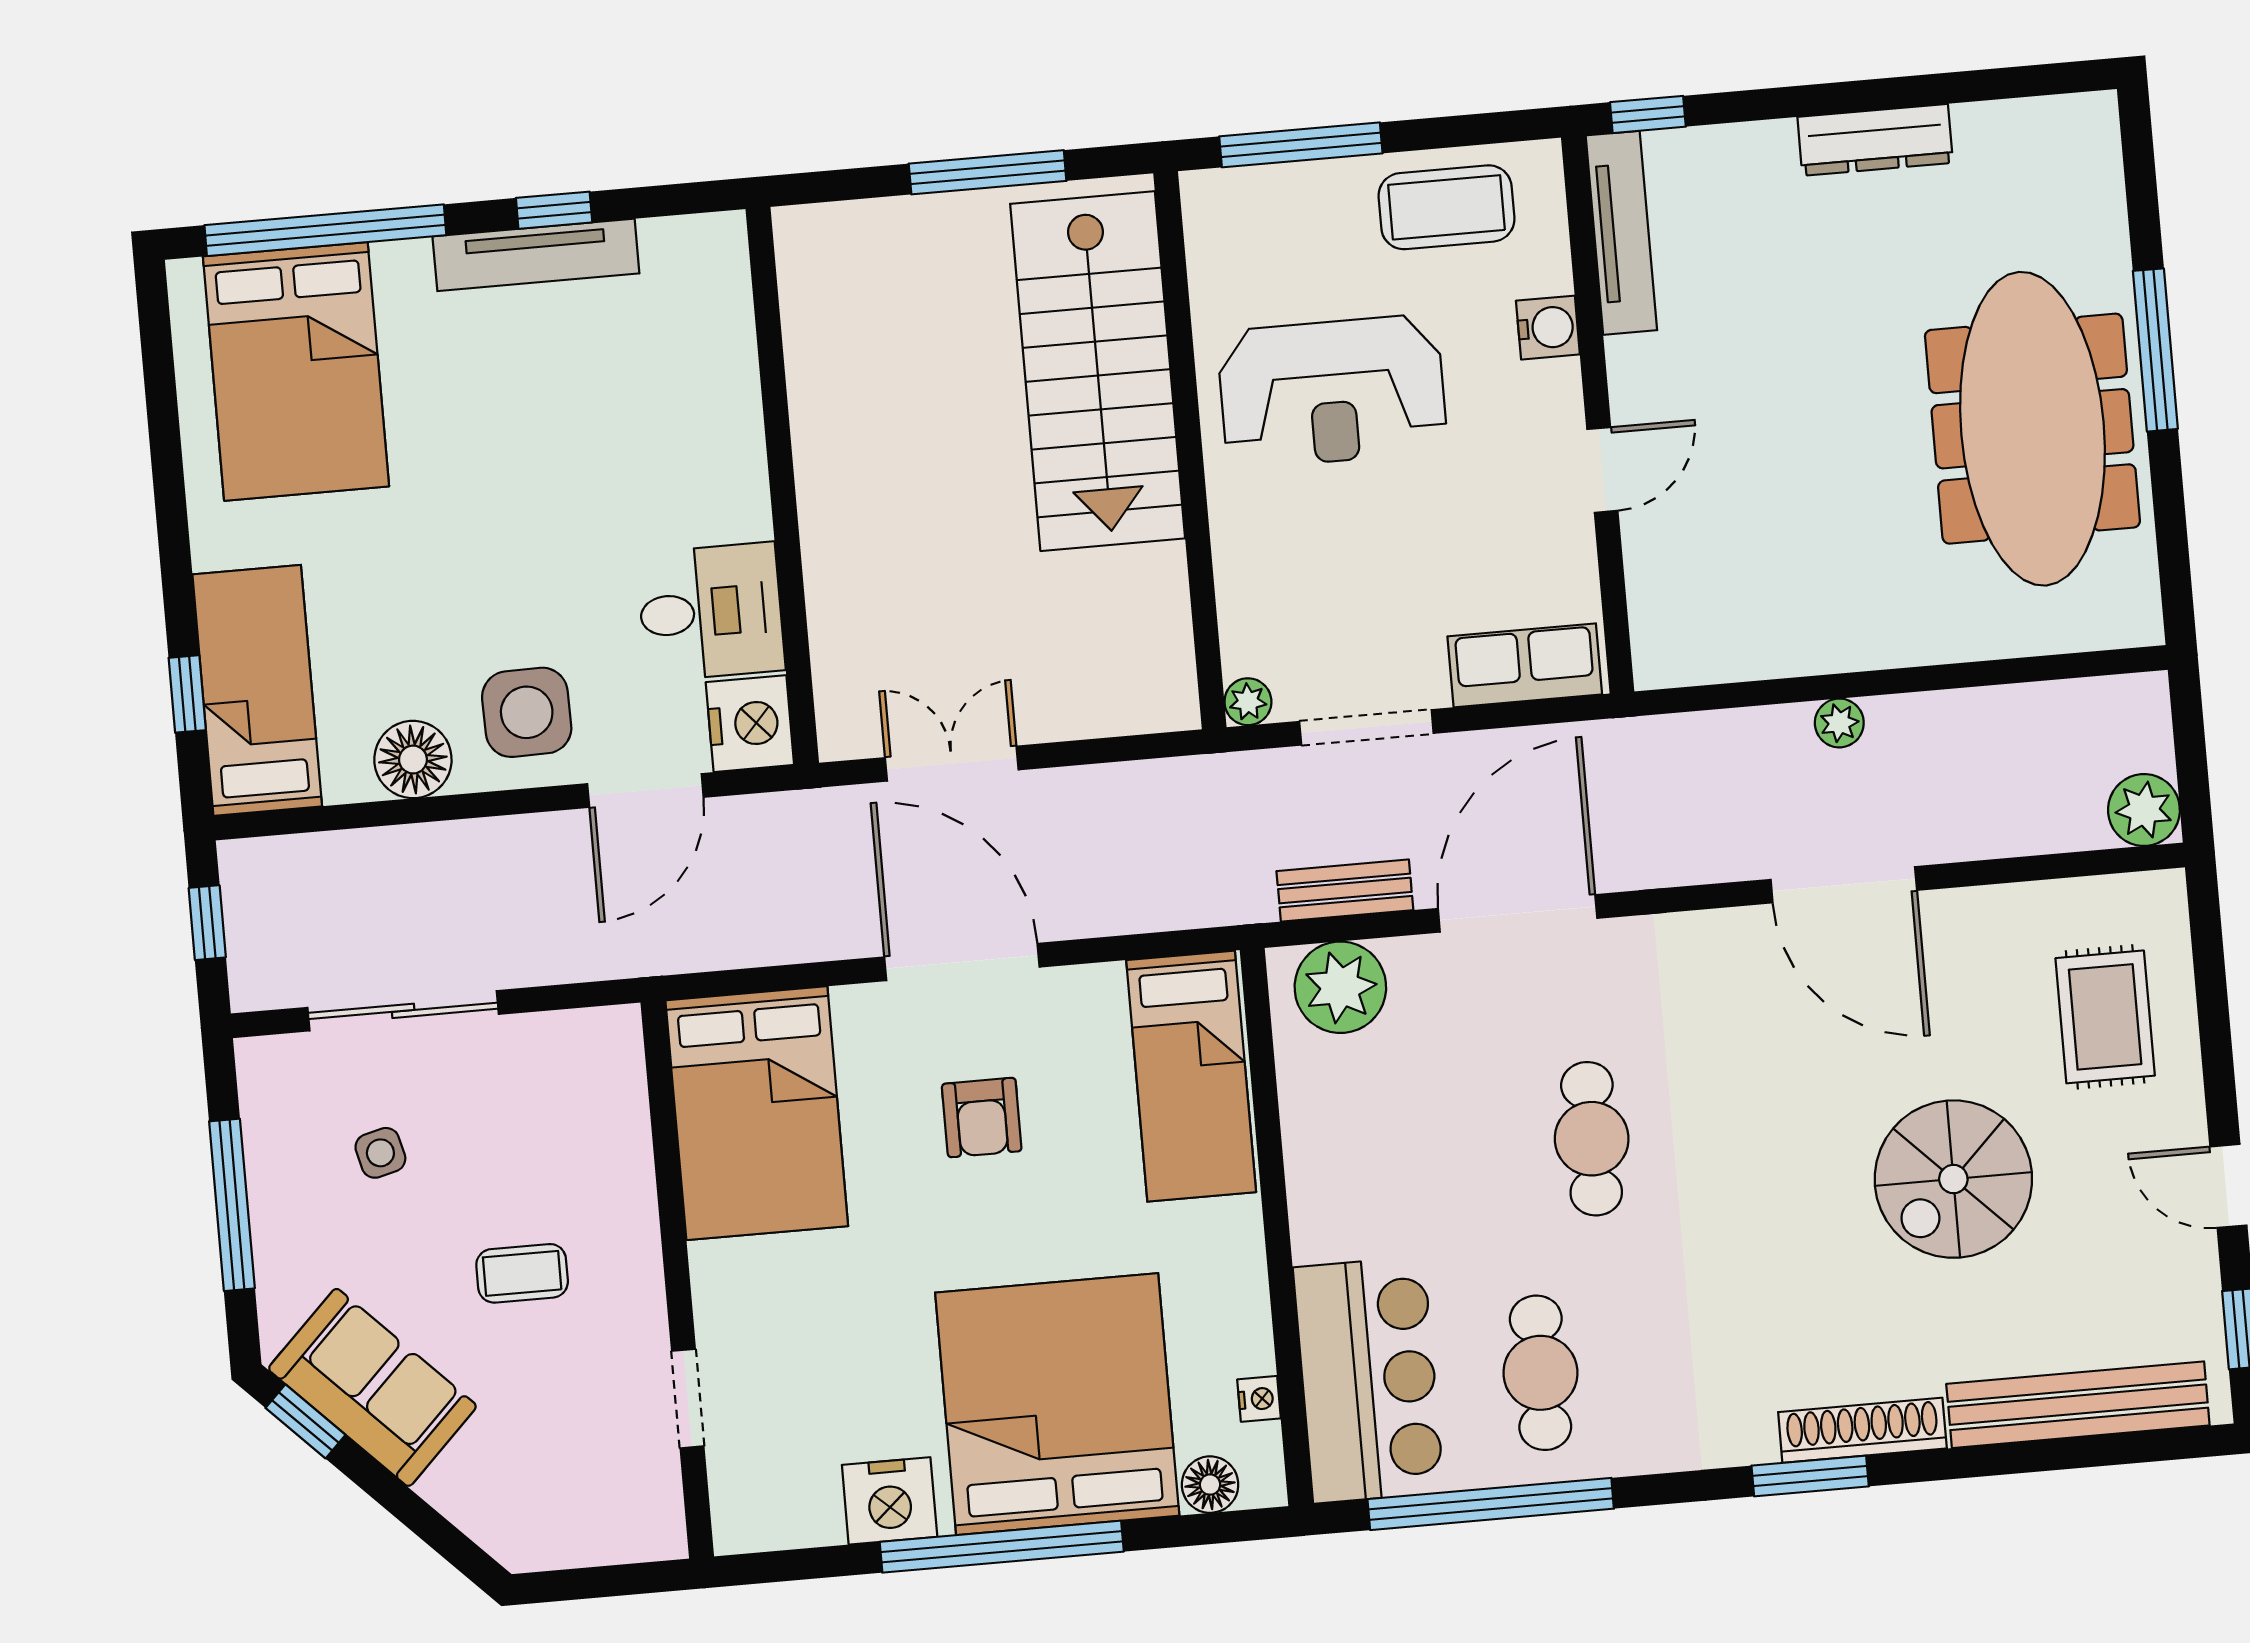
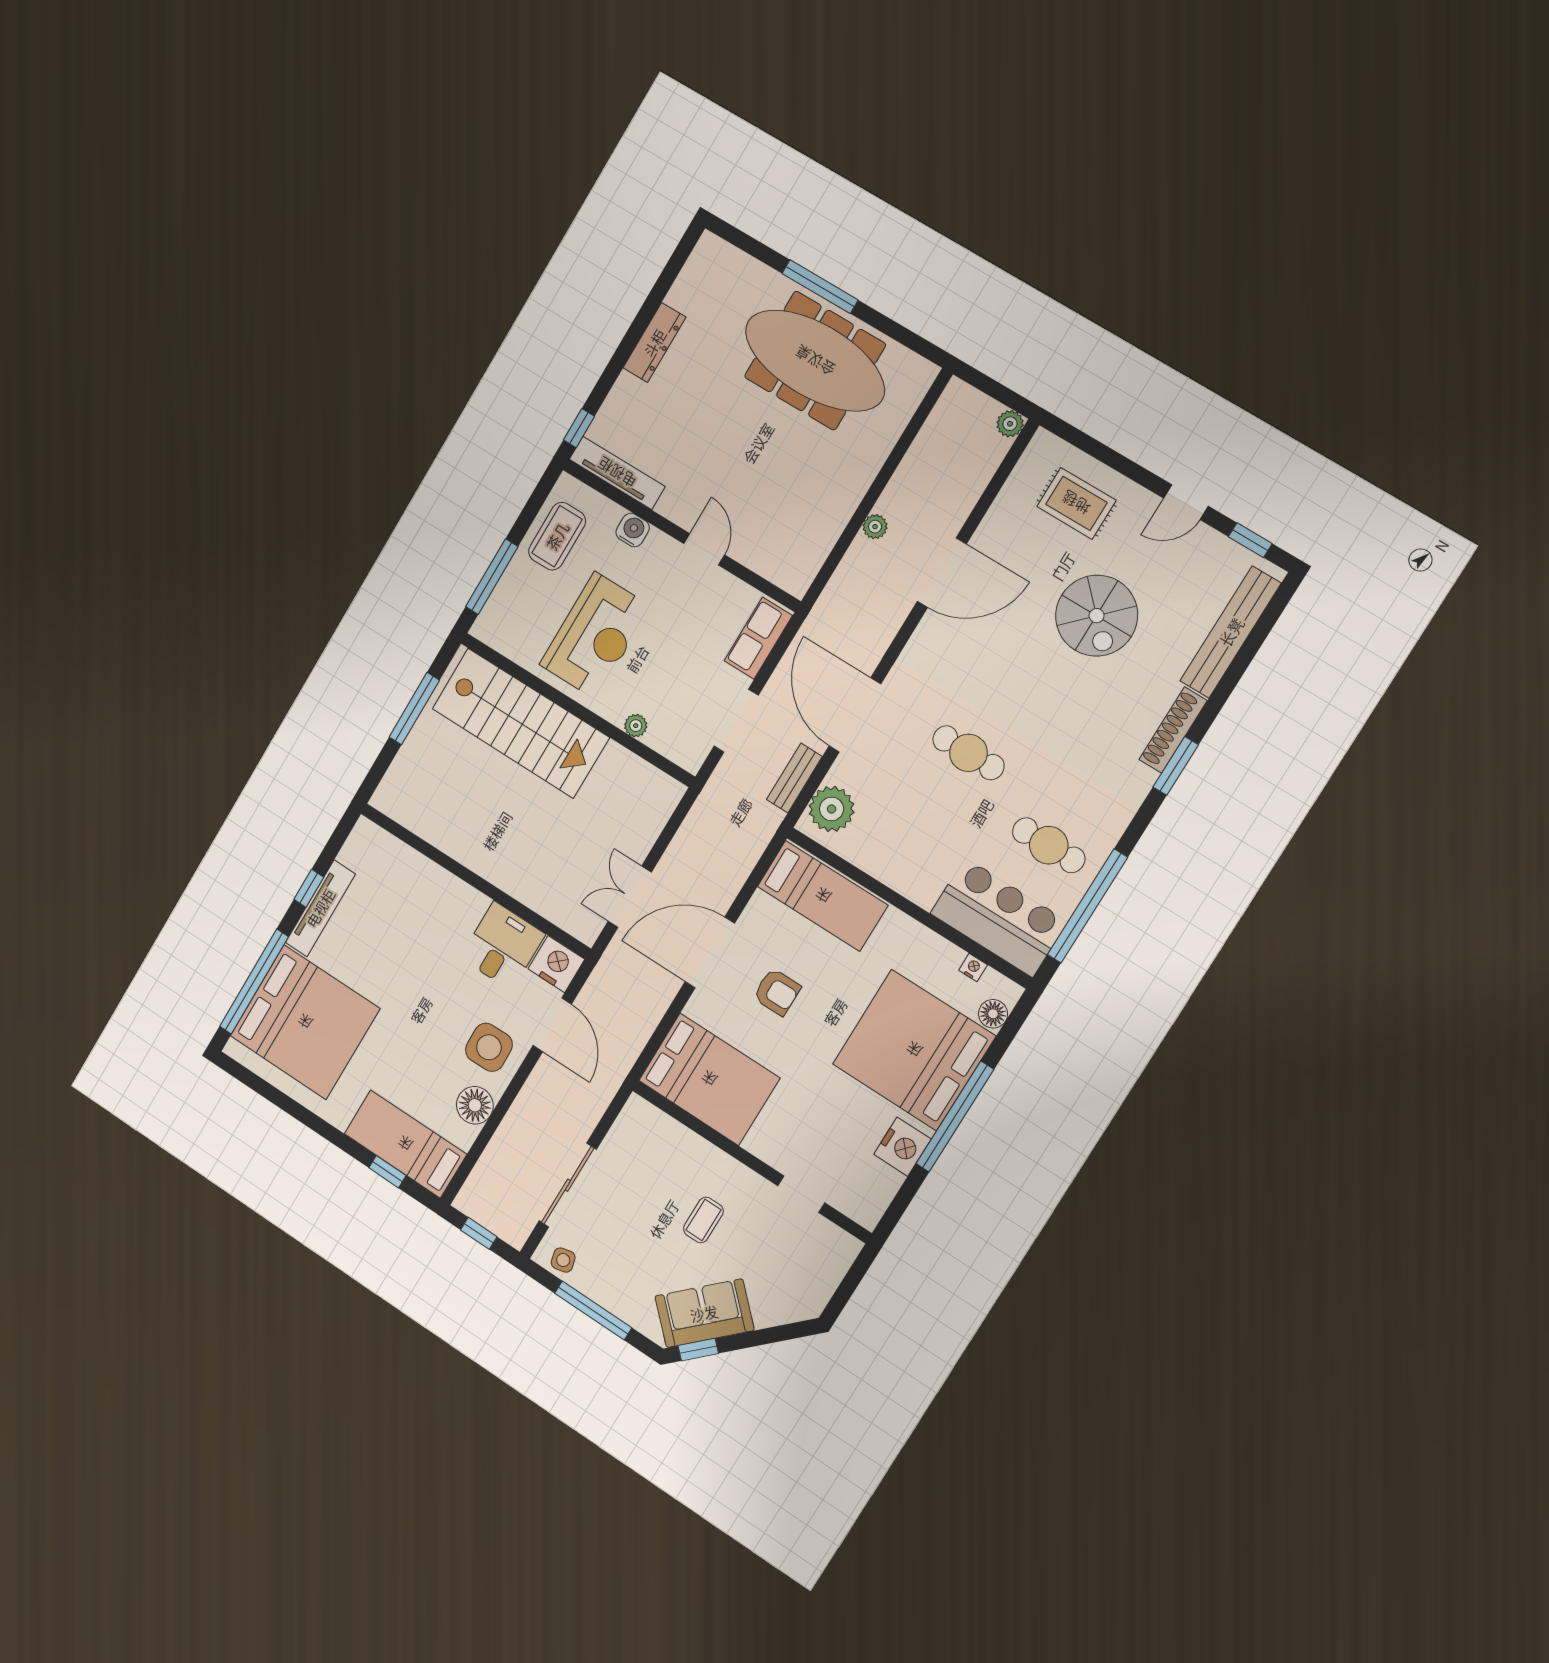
bed: (296, 371) -> (305, 1022), width x1.36
plant: (1248, 702) -> (636, 726), moved
plant: (2144, 810) -> (1010, 424), width x0.73, depth x0.73
side table: (380, 1153) -> (563, 1260), moved

